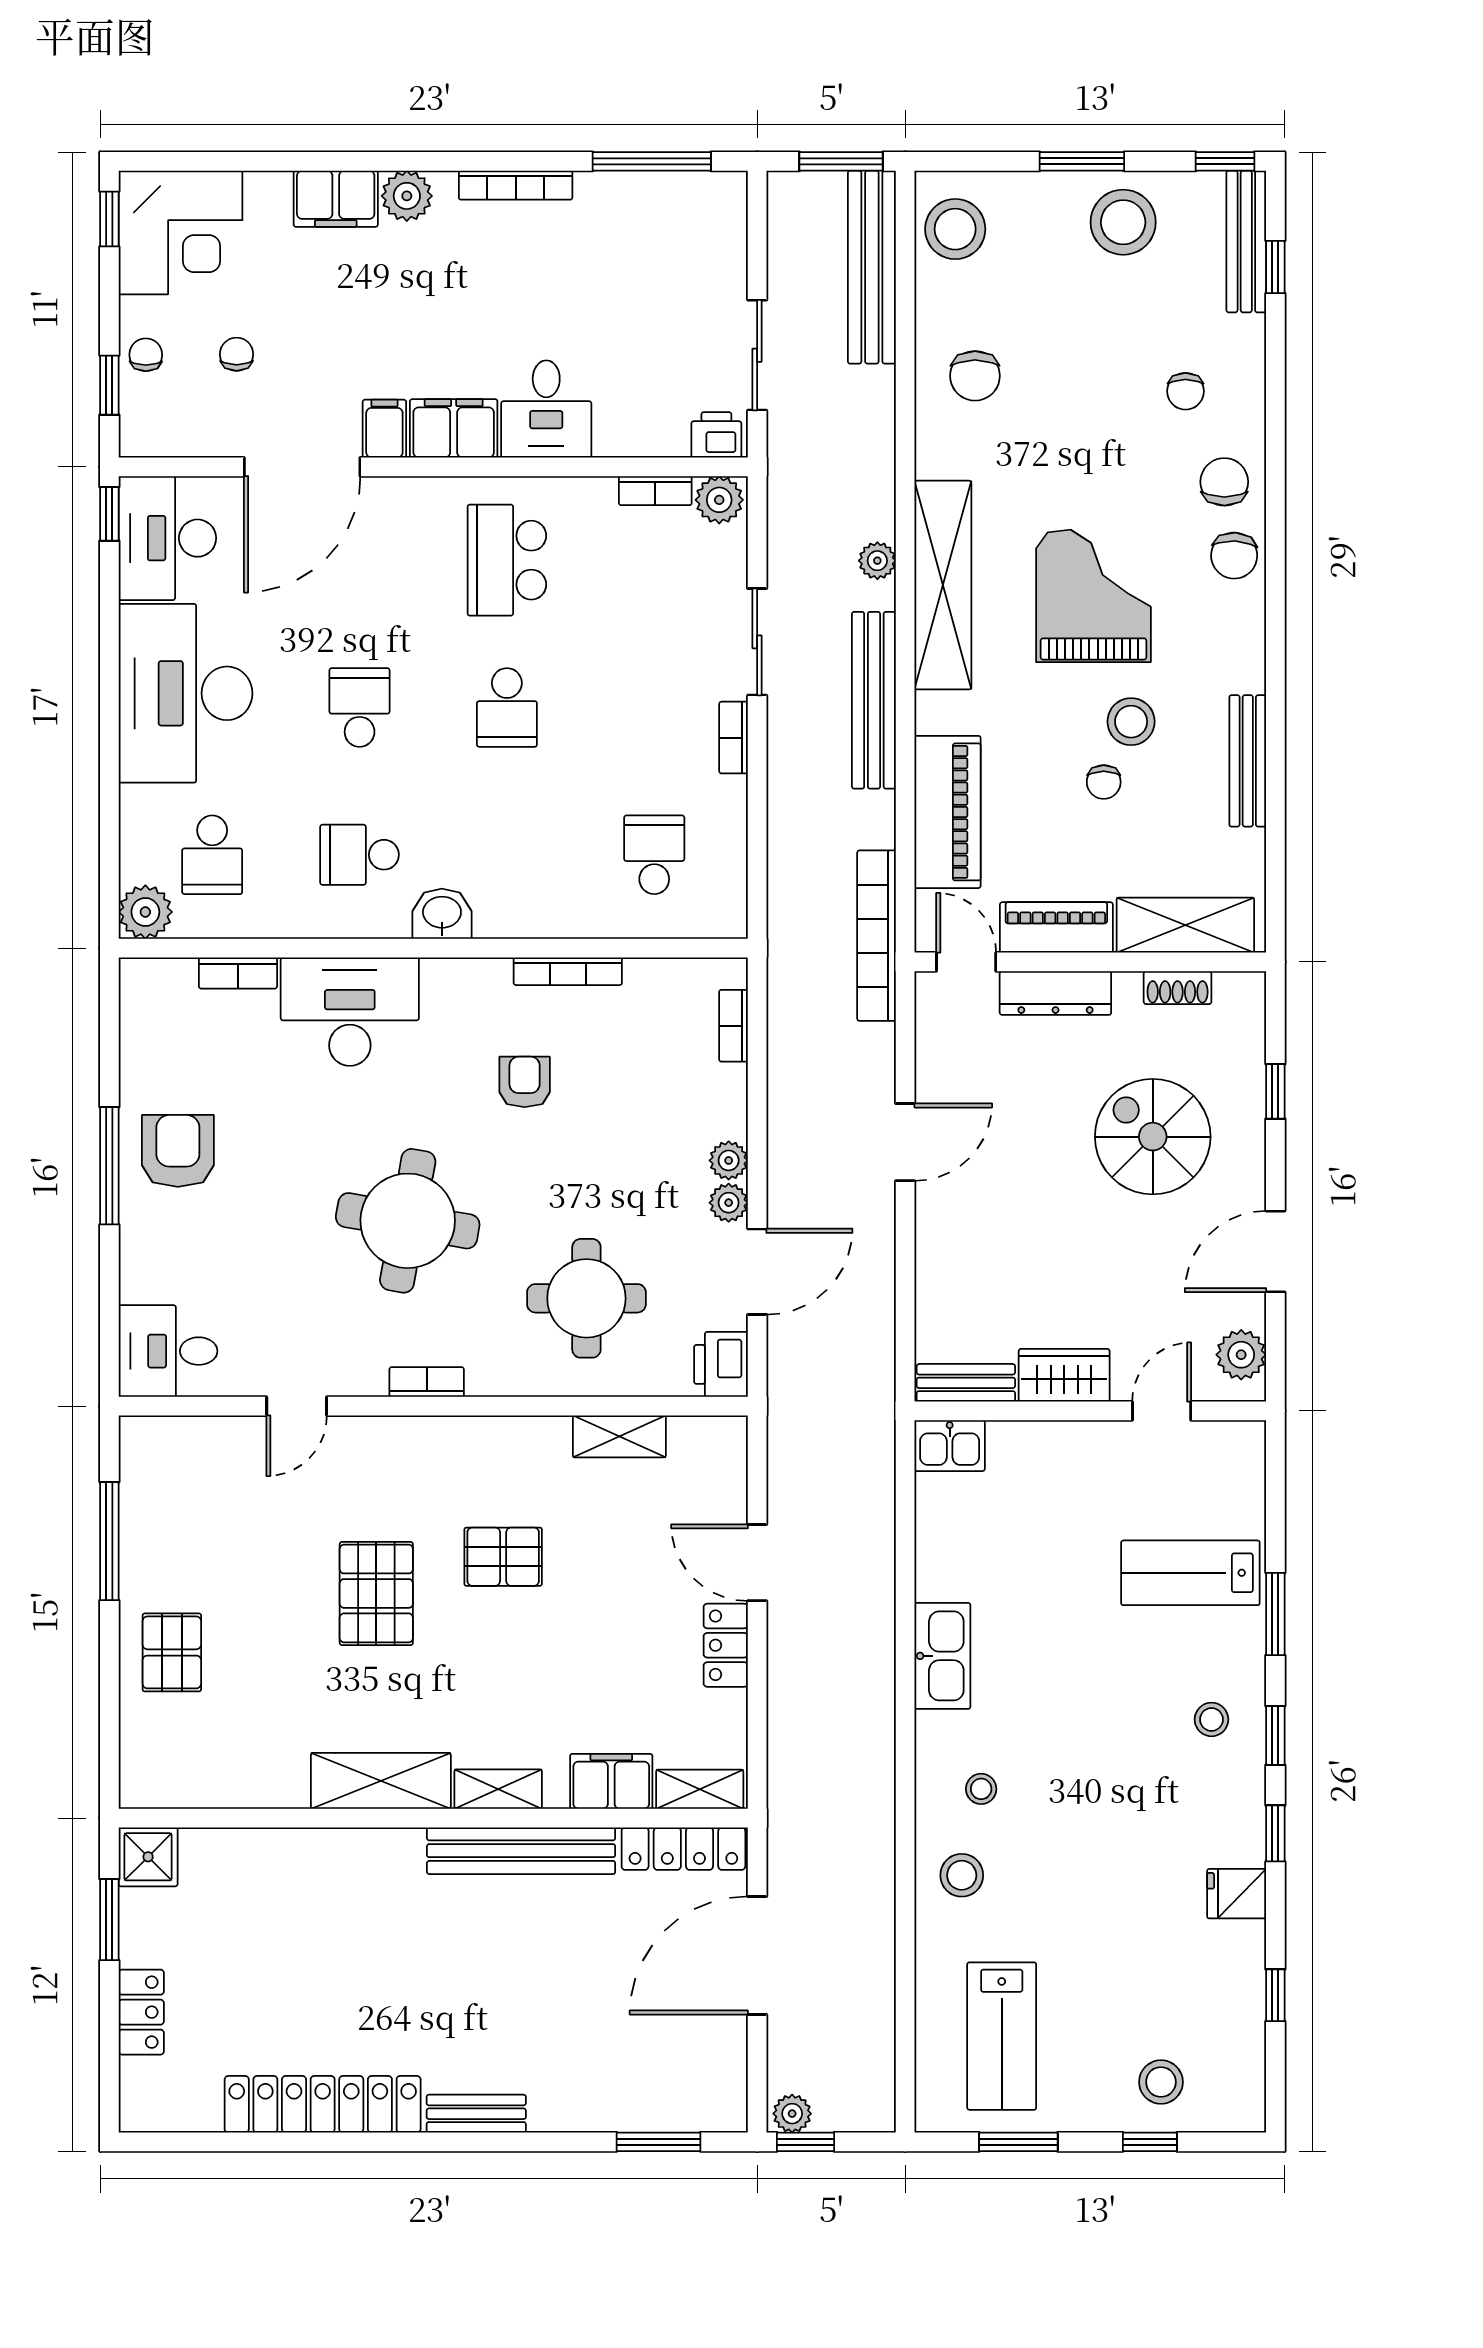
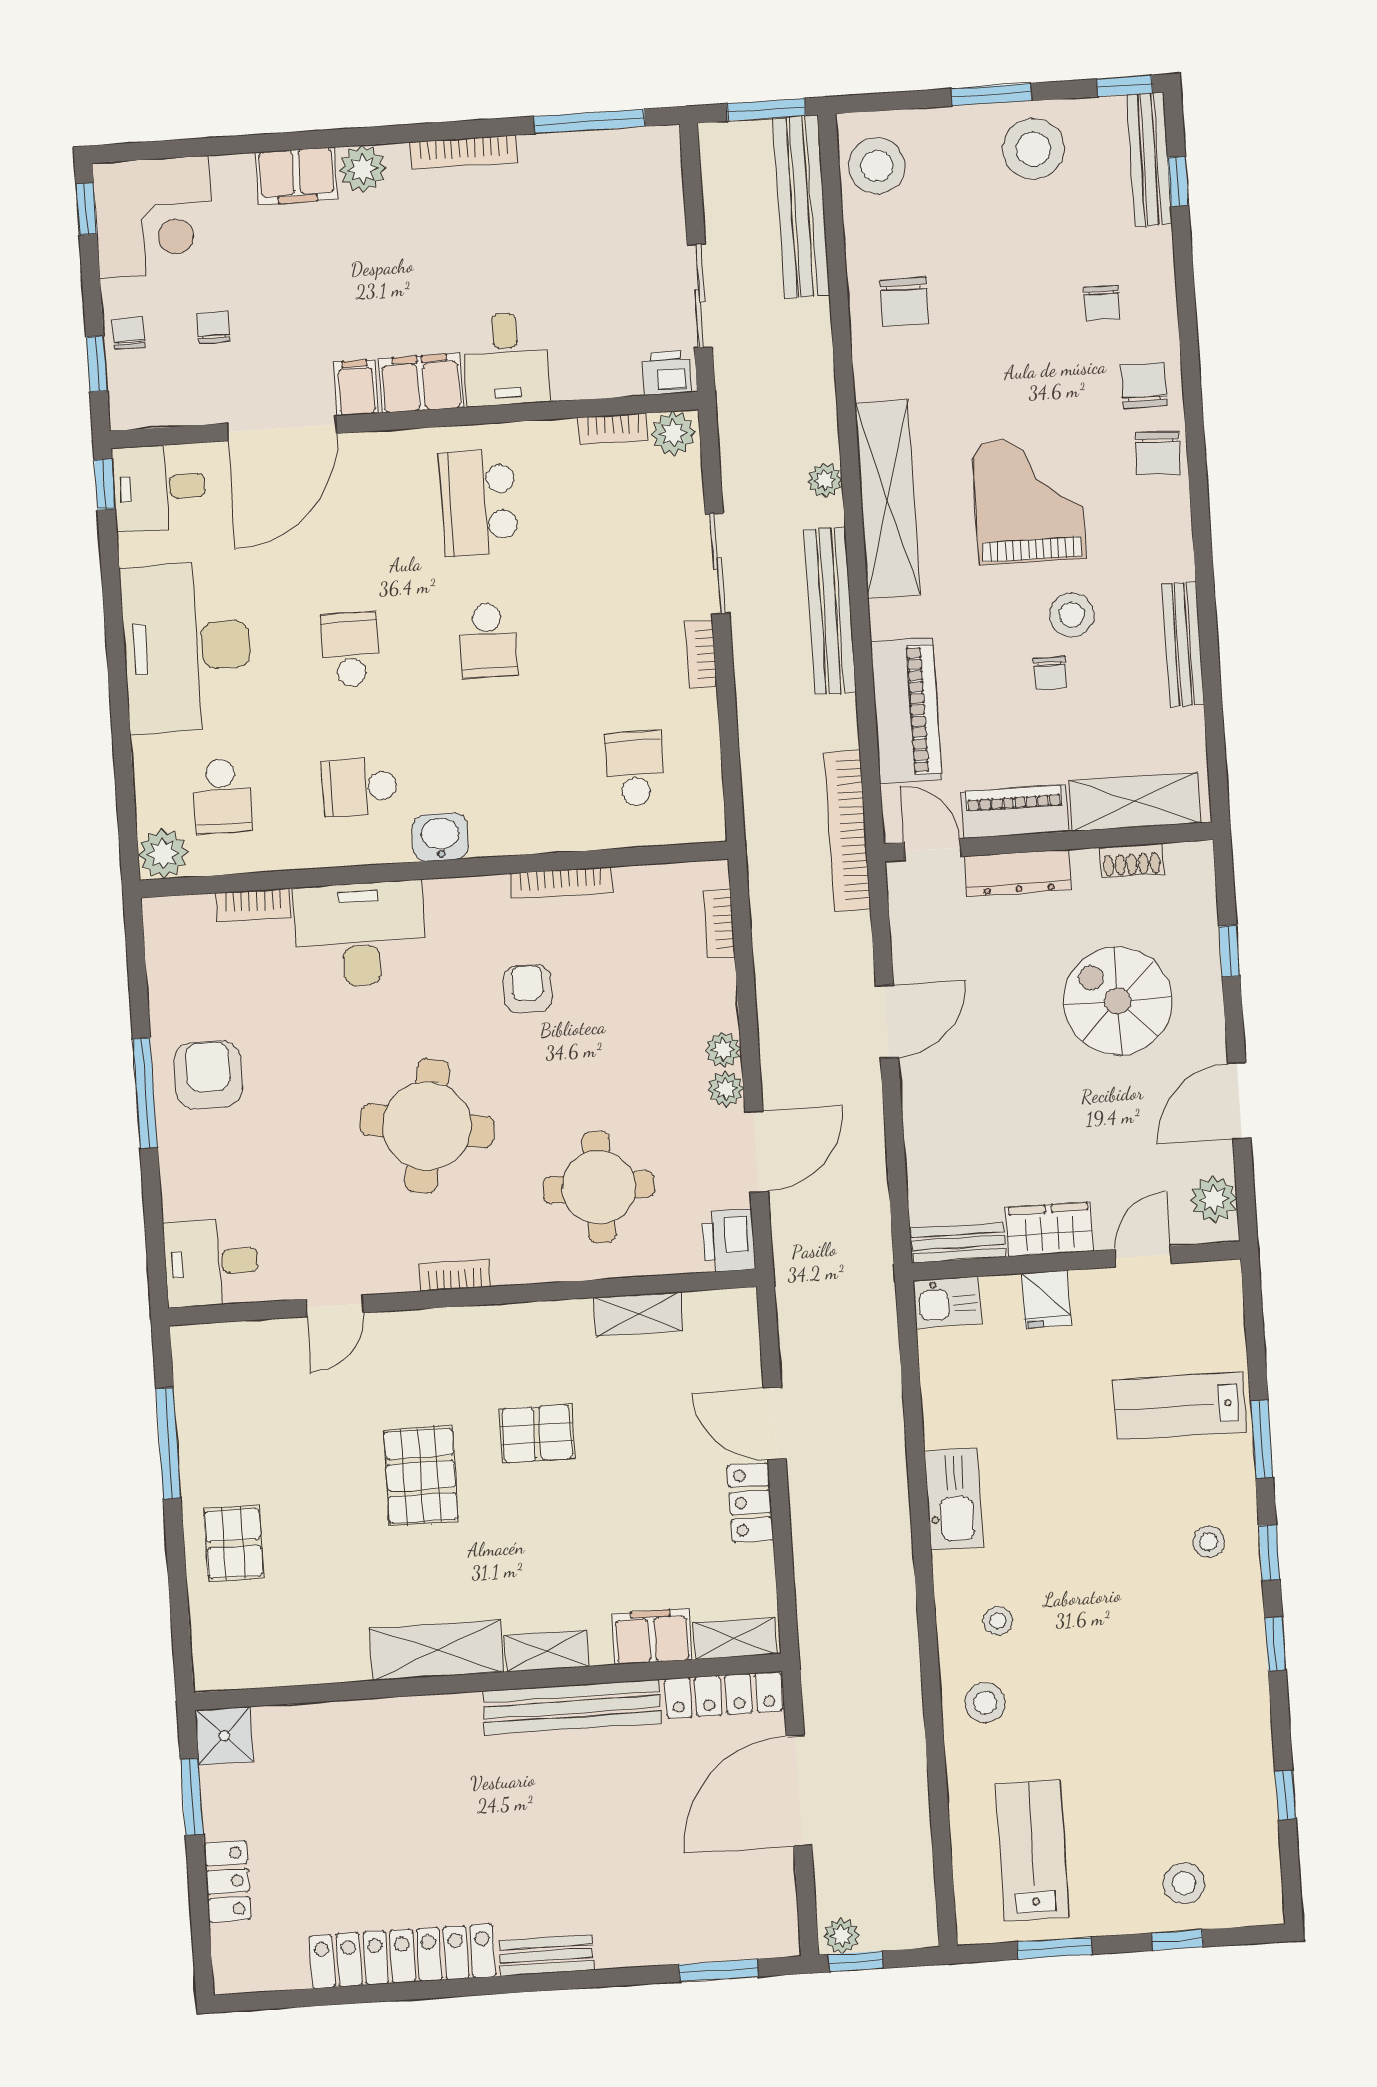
desk: (167, 538) -> (159, 488), width x0.73
fridge: (1237, 1894) -> (1046, 1299), moved, turned -90
lab bench: (1002, 2036) -> (1032, 1850), turned 180

